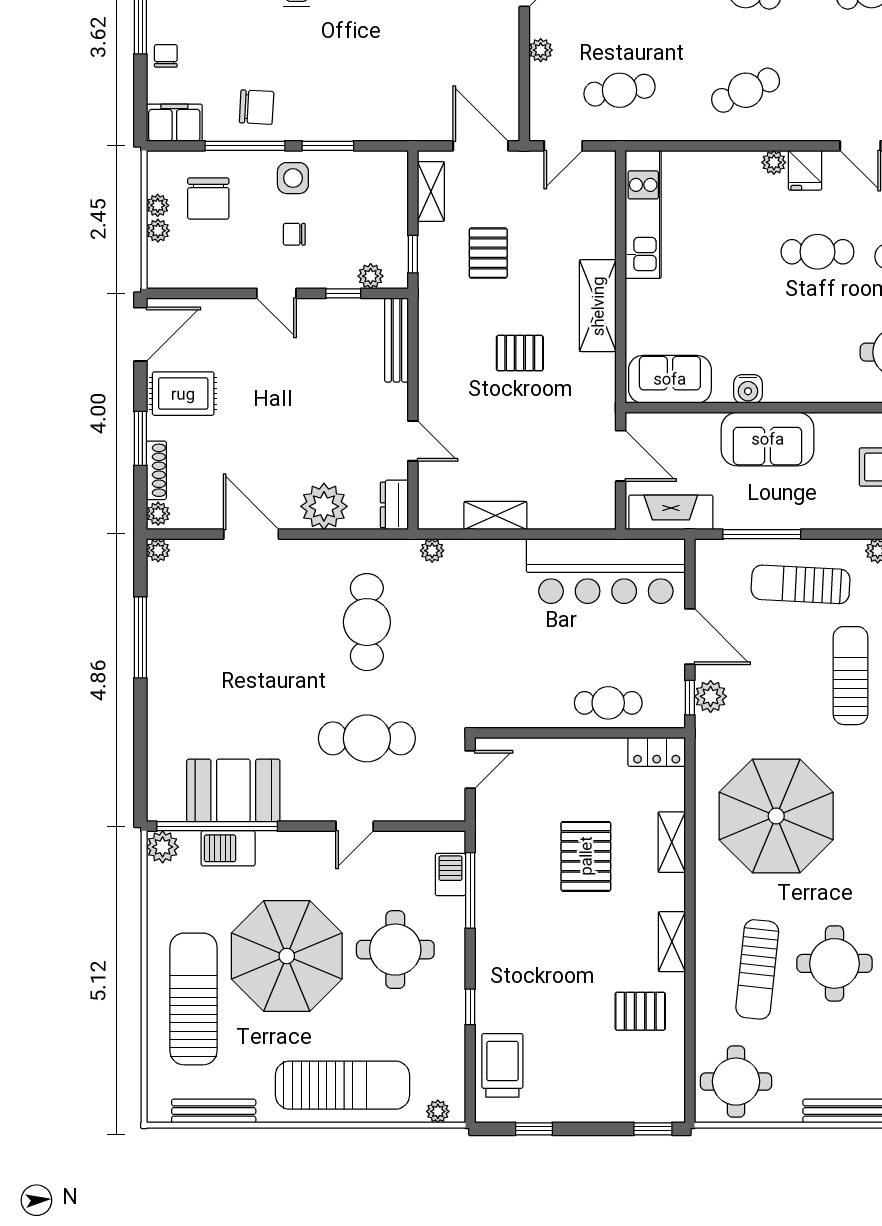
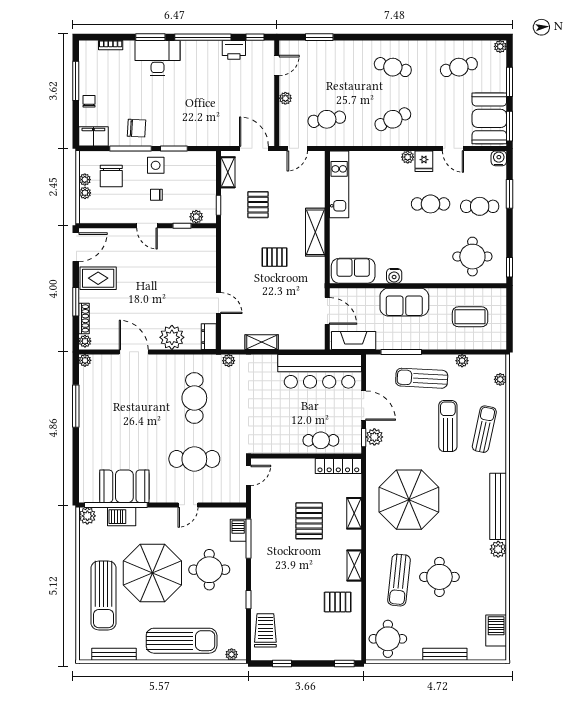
bench: (397, 340) -> (210, 250), removed
locker: (657, 752) -> (338, 466), width x1.53
sun lounger: (194, 999) -> (104, 596), turned 180

